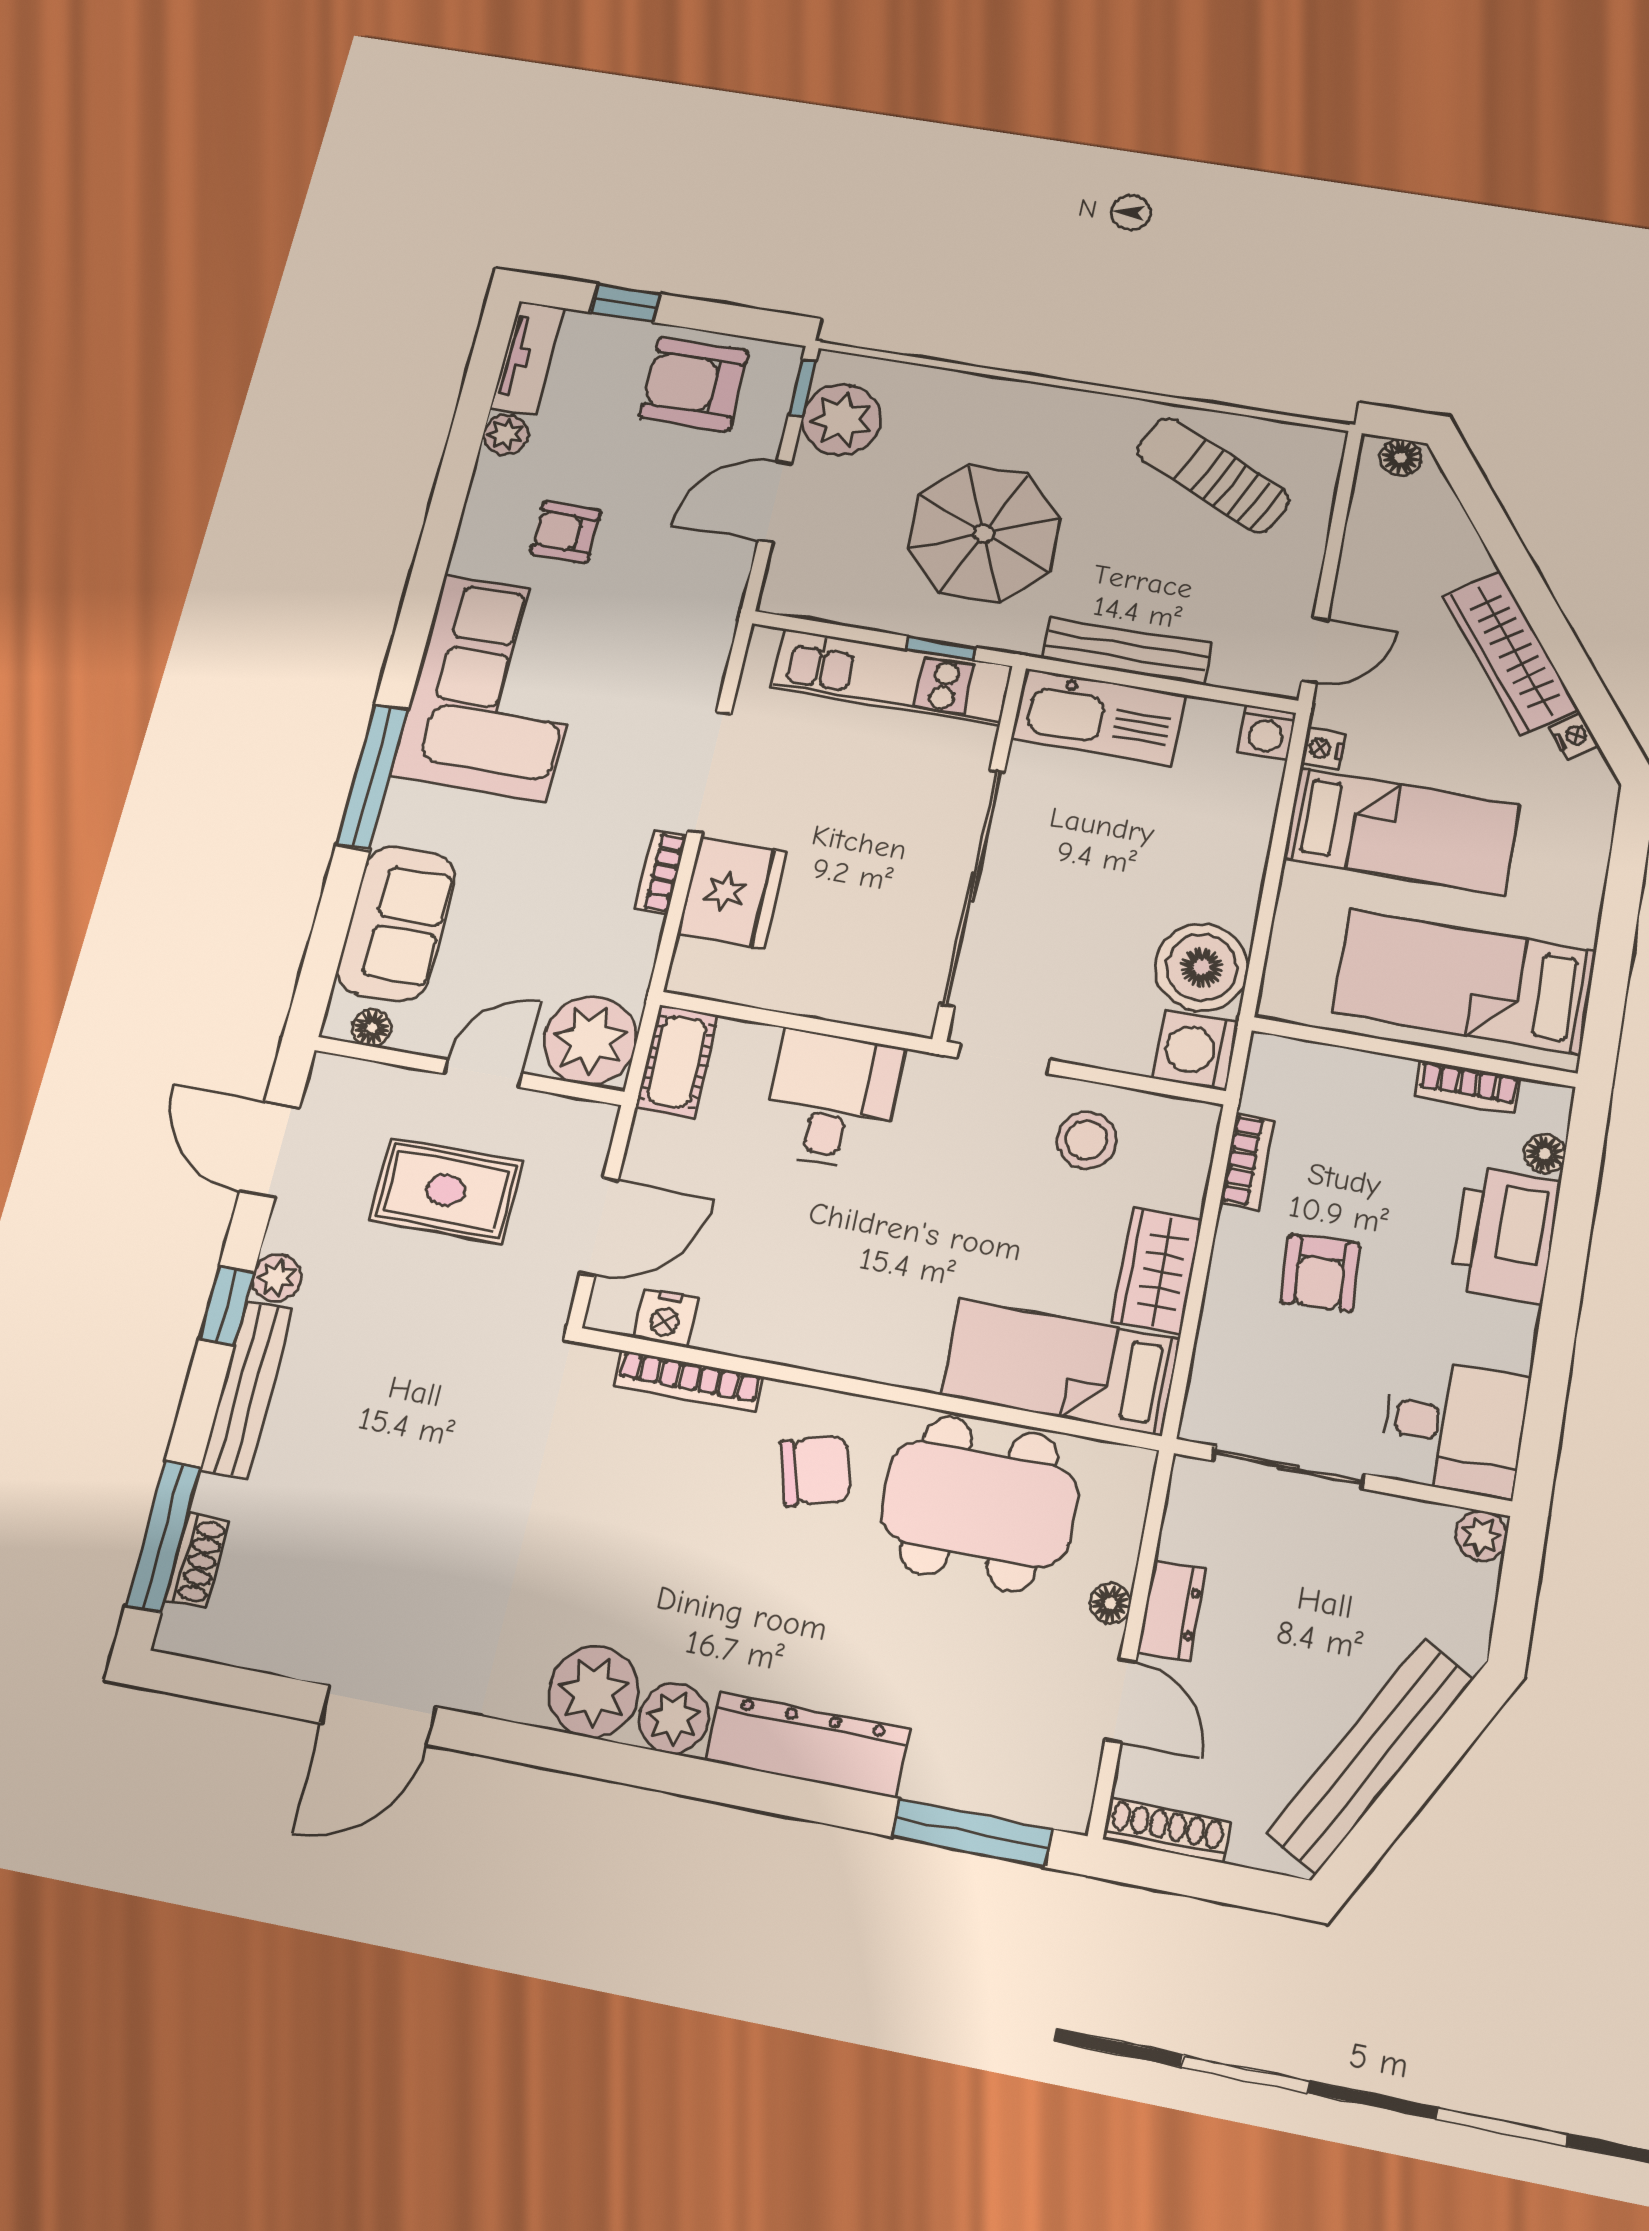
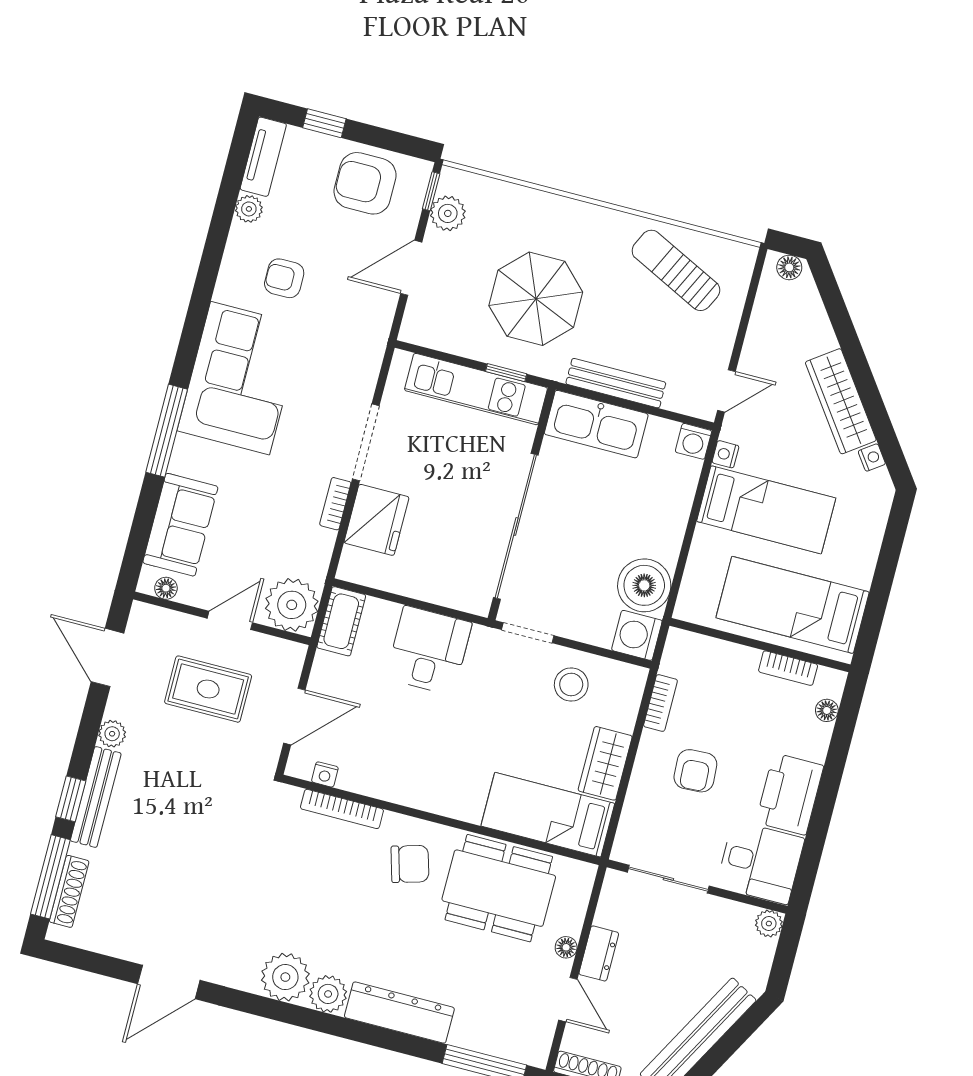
plant: (841, 420) -> (448, 213), width x0.73, depth x0.73
printer: (1505, 1234) -> (790, 794), moved
window: (227, 1306) -> (71, 799), moved
nightstand: (665, 1318) -> (325, 774), width x0.72, depth x0.74
shoe rack: (197, 1560) -> (69, 891), width x1.43

